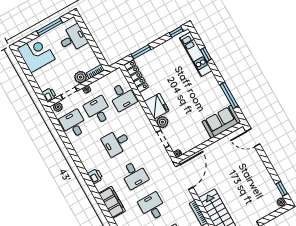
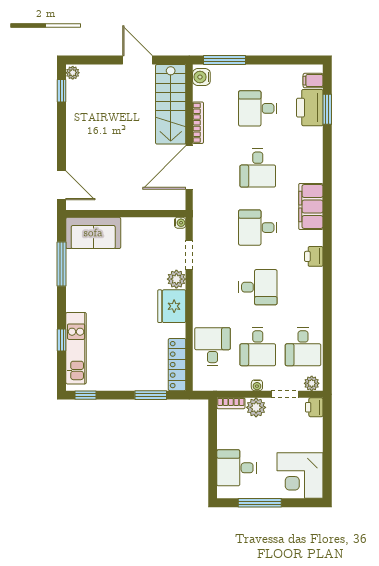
desk: (134, 175) -> (258, 228), turned -90
door: (184, 177) -> (189, 167), moved

